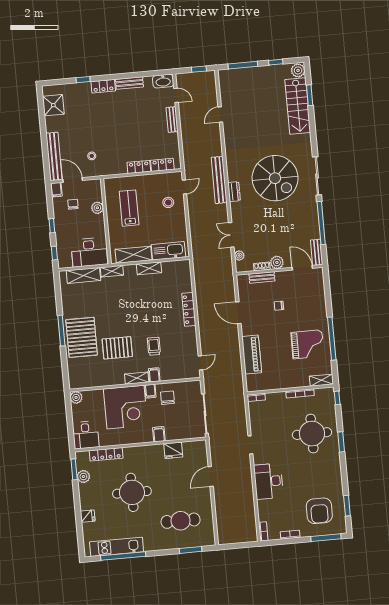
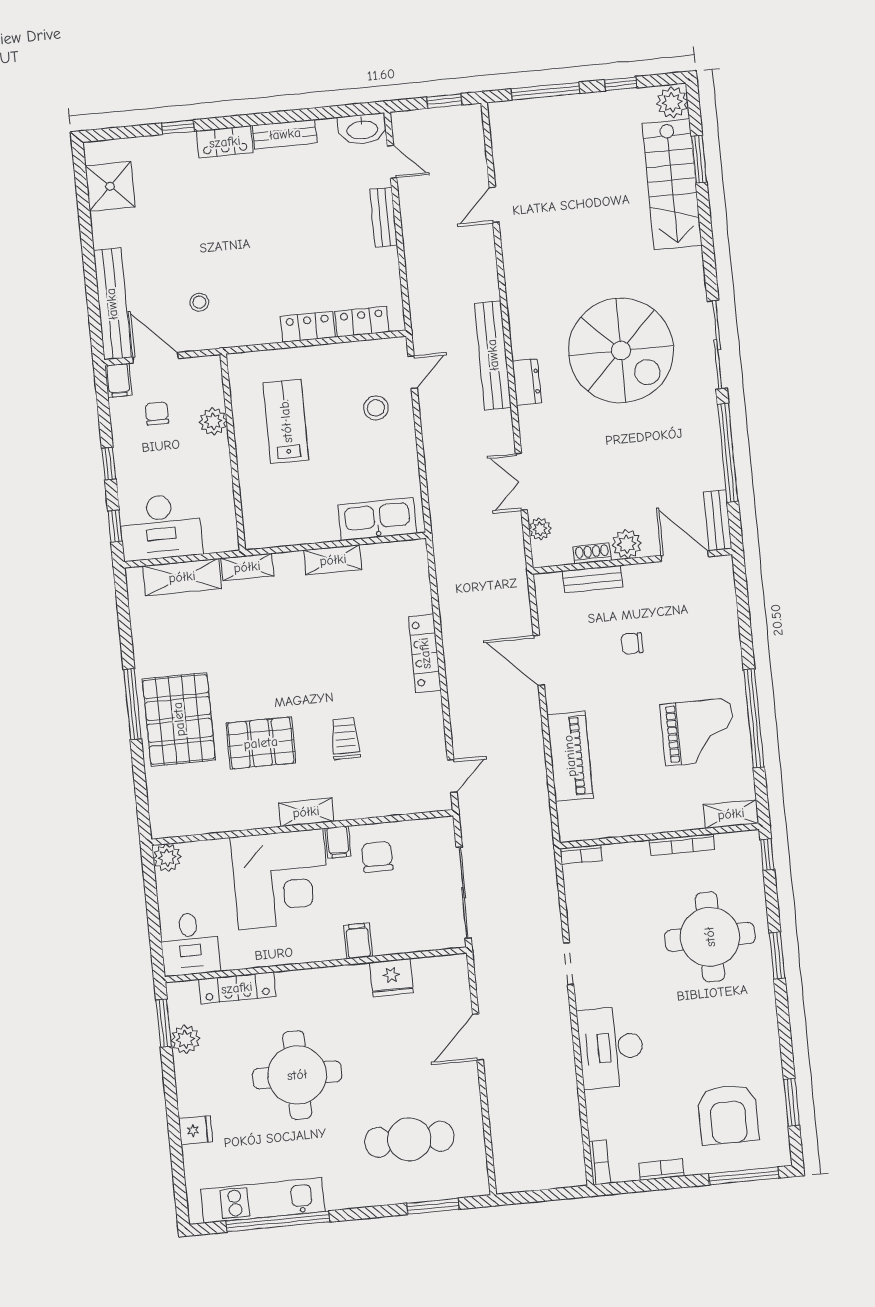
desk: (89, 252) -> (161, 527), moved
shelving: (133, 255) -> (297, 529), removed
filing cabinet: (154, 375) -> (346, 805), removed

